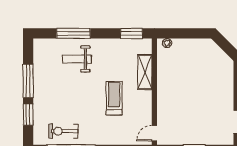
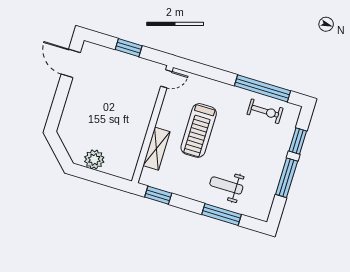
plant: (167, 43) -> (94, 159), moved, width x1.88, depth x1.88
weight bench: (77, 59) -> (226, 185), turned 180
treadmill: (114, 98) -> (199, 130), width x1.37, depth x1.38

